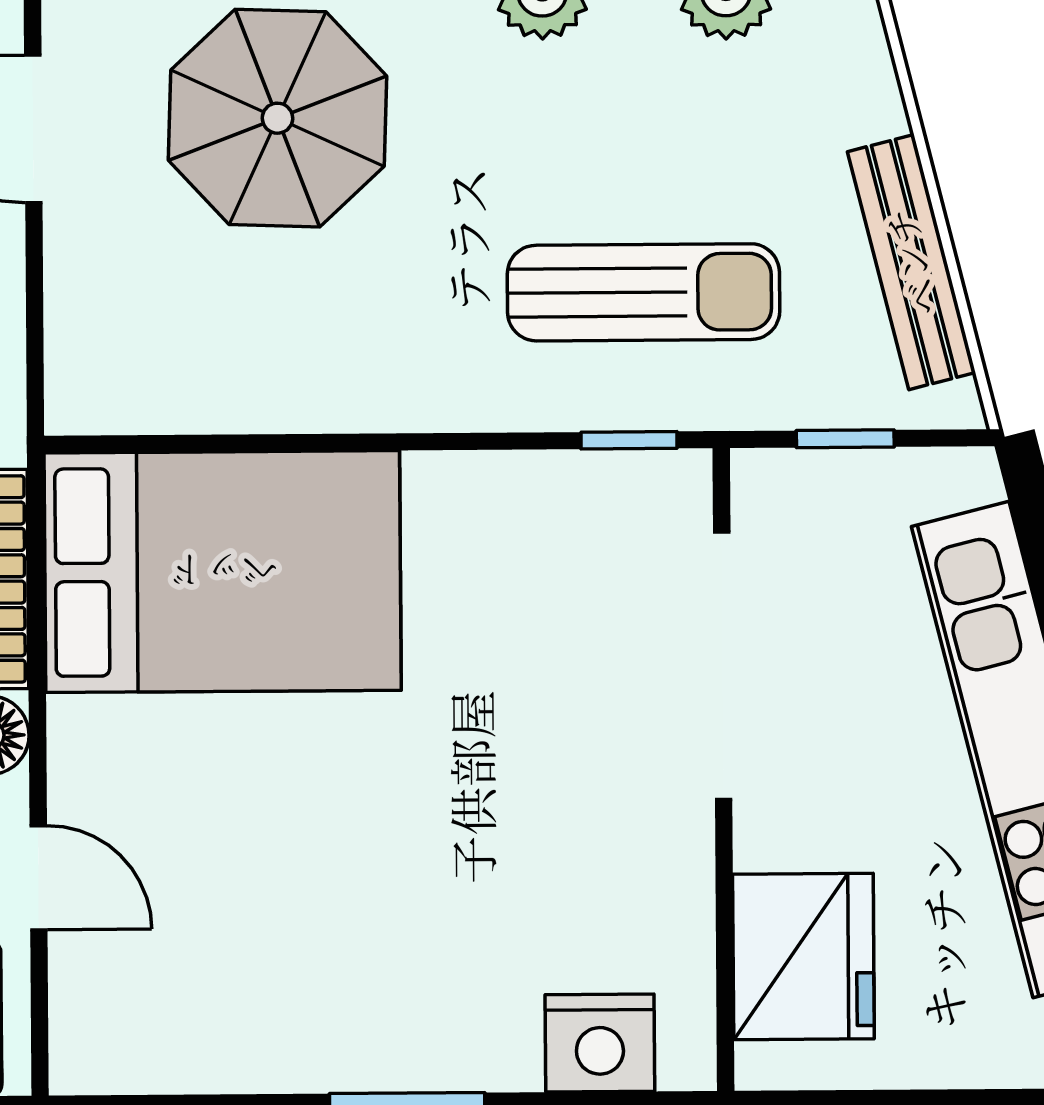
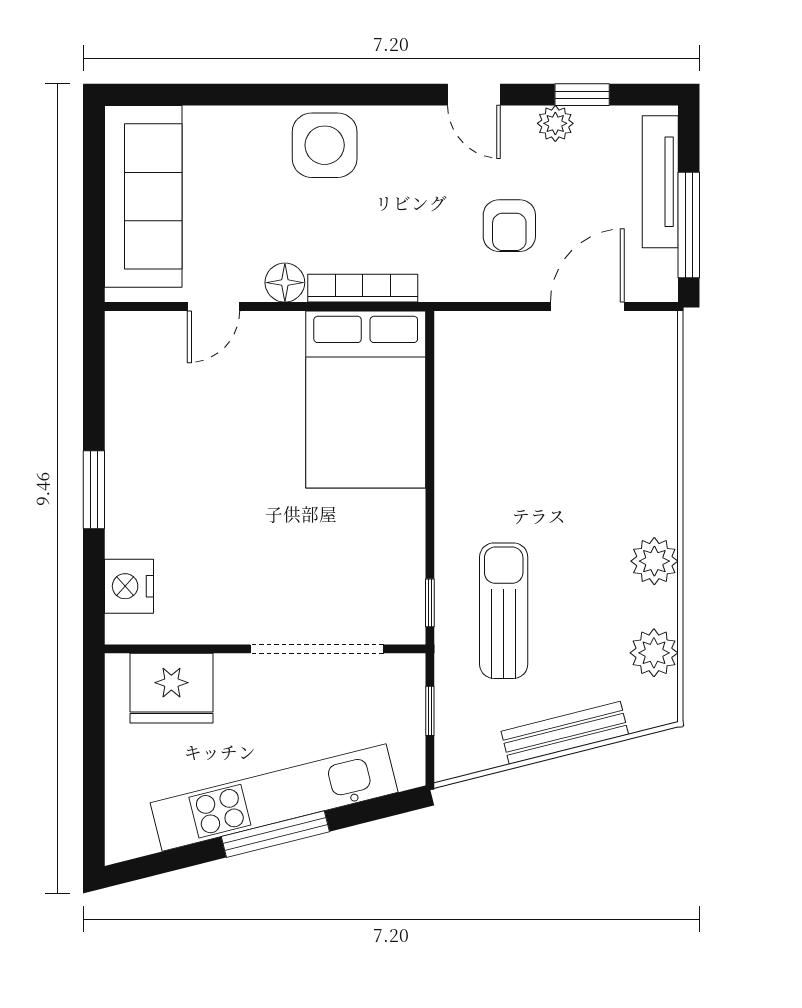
parasol: (277, 118) -> (592, 428), removed
bench: (911, 262) -> (565, 733), moved
sun lounger: (644, 292) -> (504, 611), turned 180

